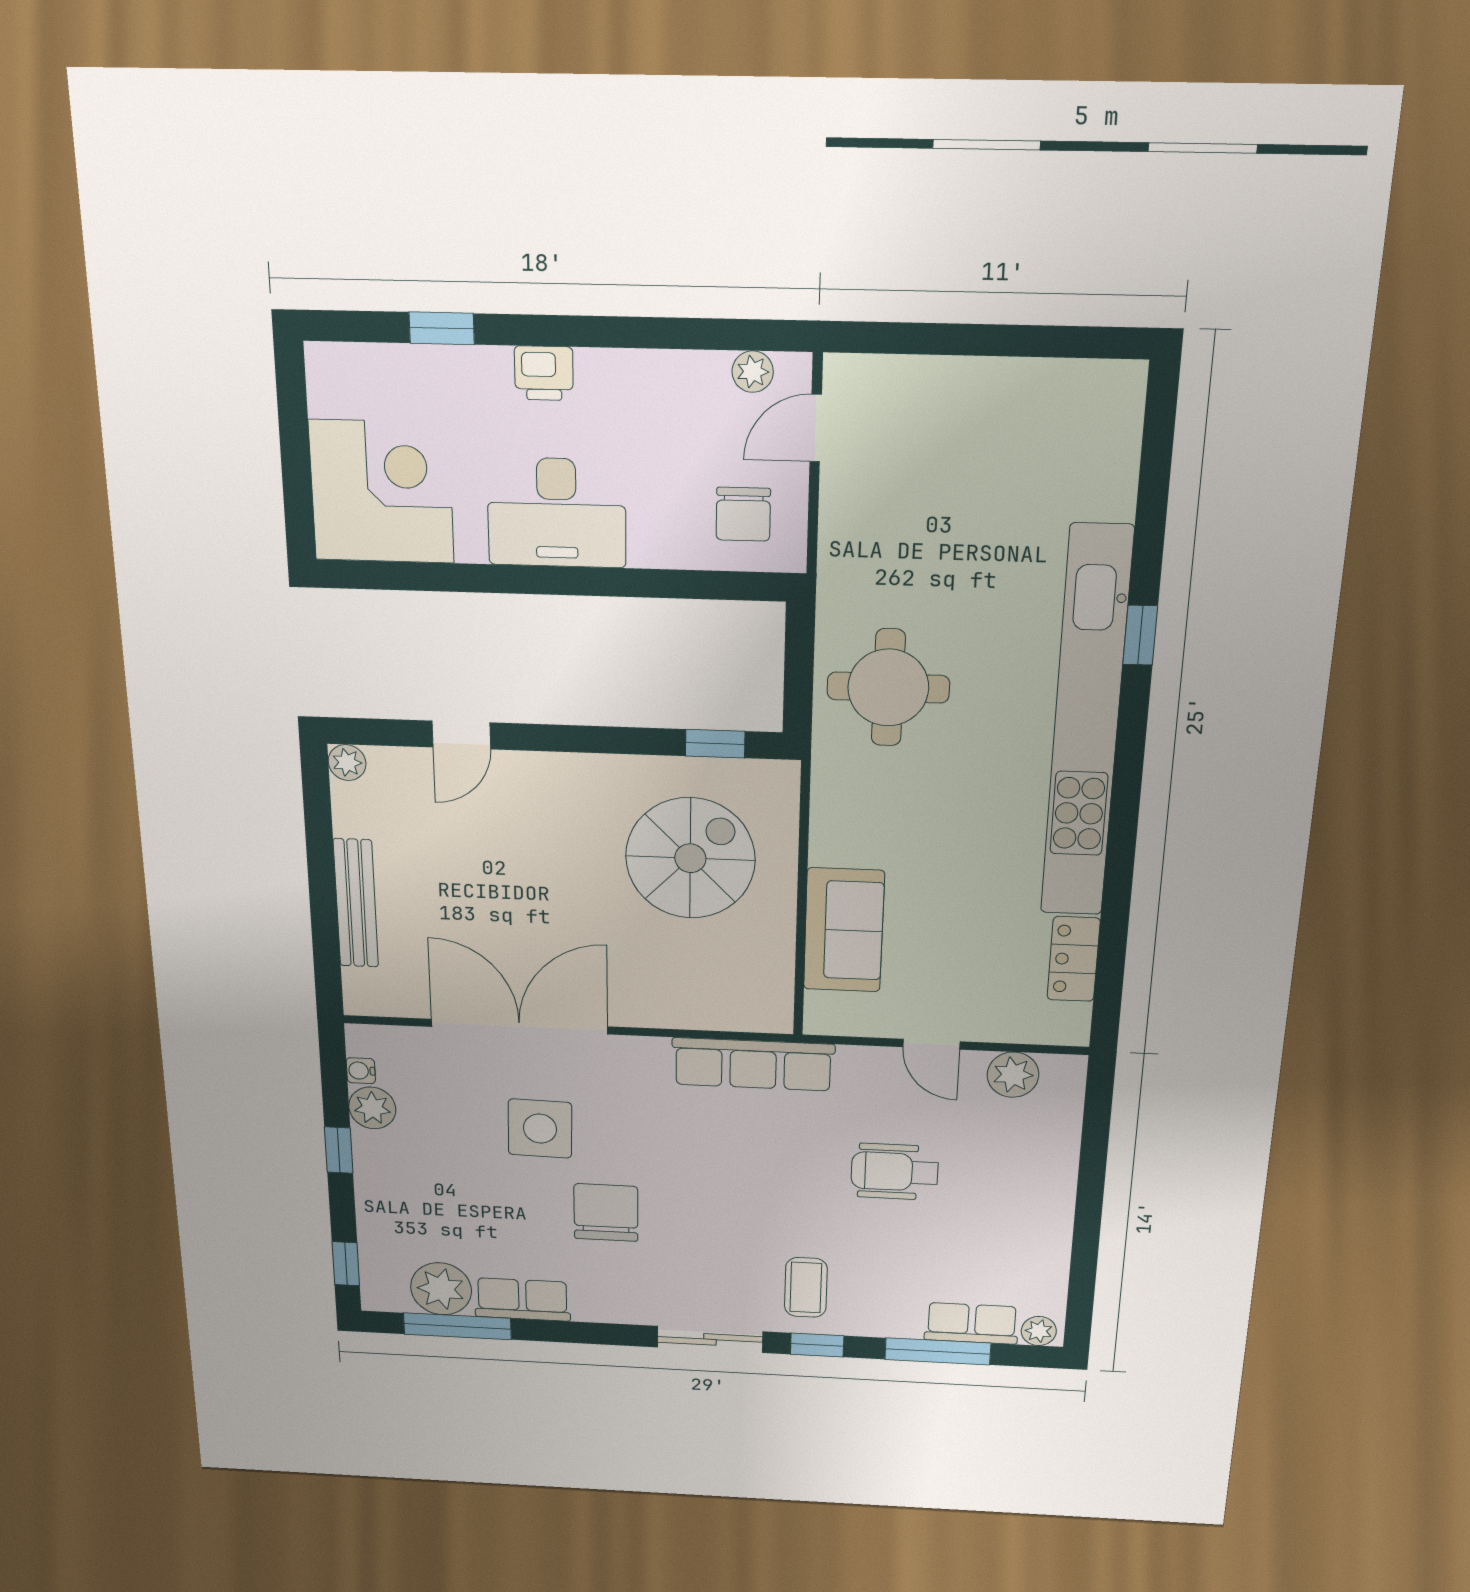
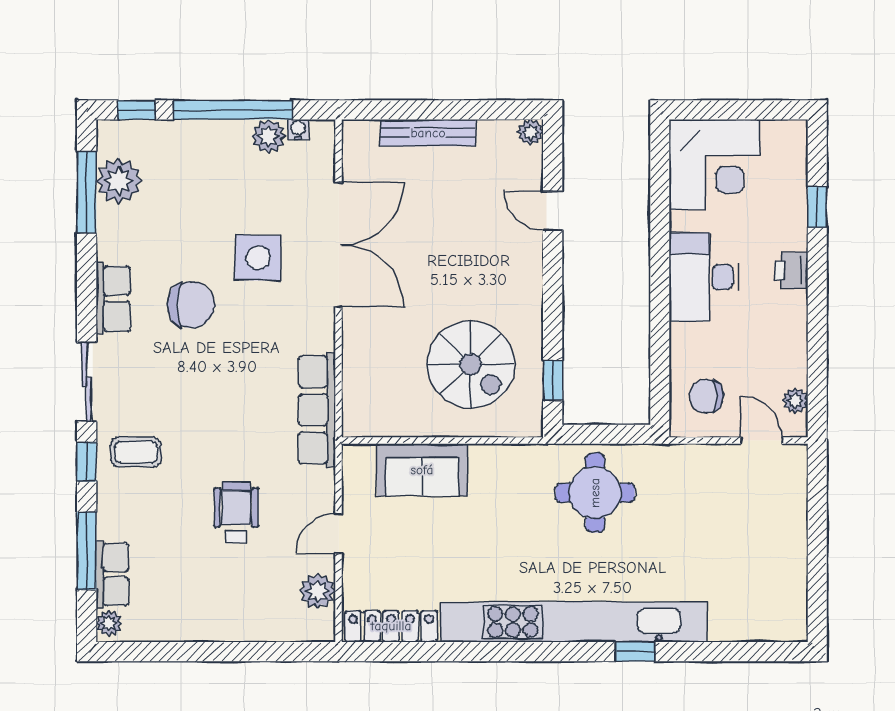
locker: (1074, 959) -> (391, 626), width x1.53
window: (339, 1150) -> (233, 110), width x3.17
row of seats: (522, 1299) -> (113, 298), moved

